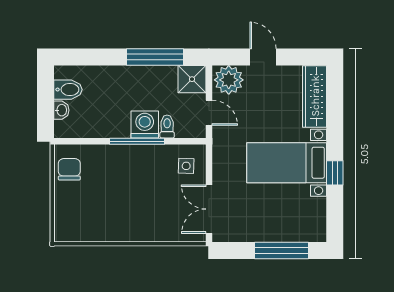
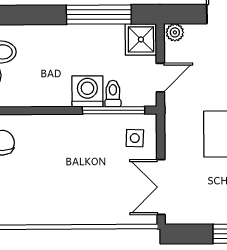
plant: (229, 80) -> (175, 32), width x0.53, depth x0.53
door: (209, 113) -> (160, 78), hinge flipped
window: (137, 141) -> (114, 110), moved

